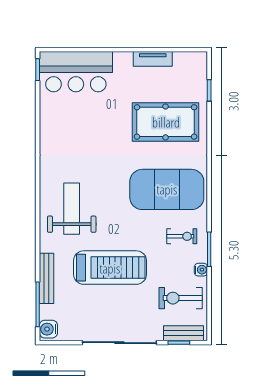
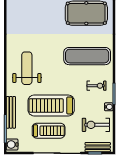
exercise mat: (167, 189) -> (87, 56), width x0.68
treadmill: (110, 268) -> (51, 105), turned 180
treadmill: (106, 307) -> (49, 131), added

